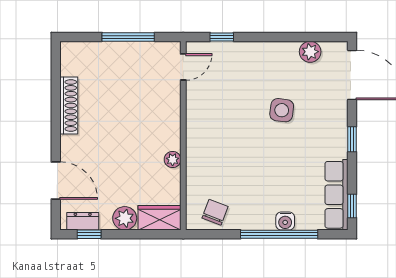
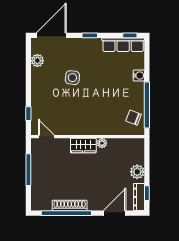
window: (56, 100) -> (66, 213), added
wardrobe: (159, 218) -> (83, 146), moved, turned -90
dresser: (83, 221) -> (139, 197), width x1.44
window: (279, 234) -> (147, 105), moved

